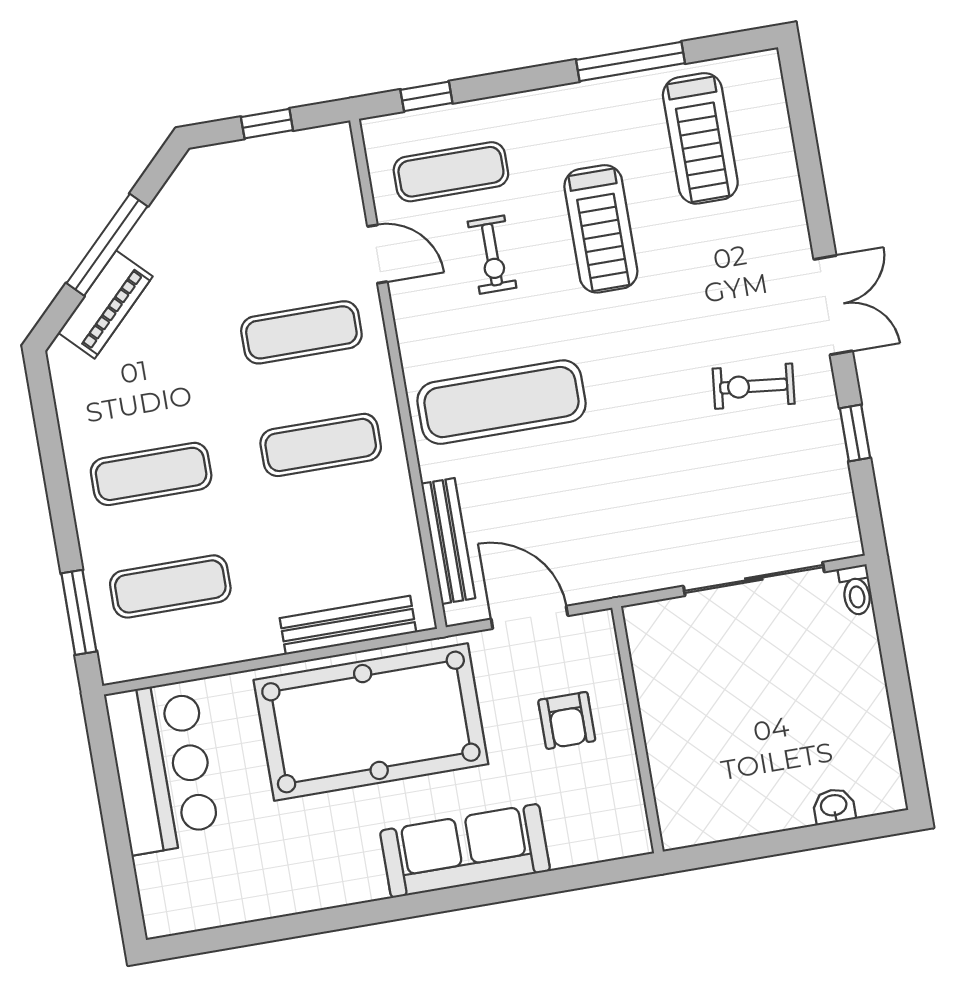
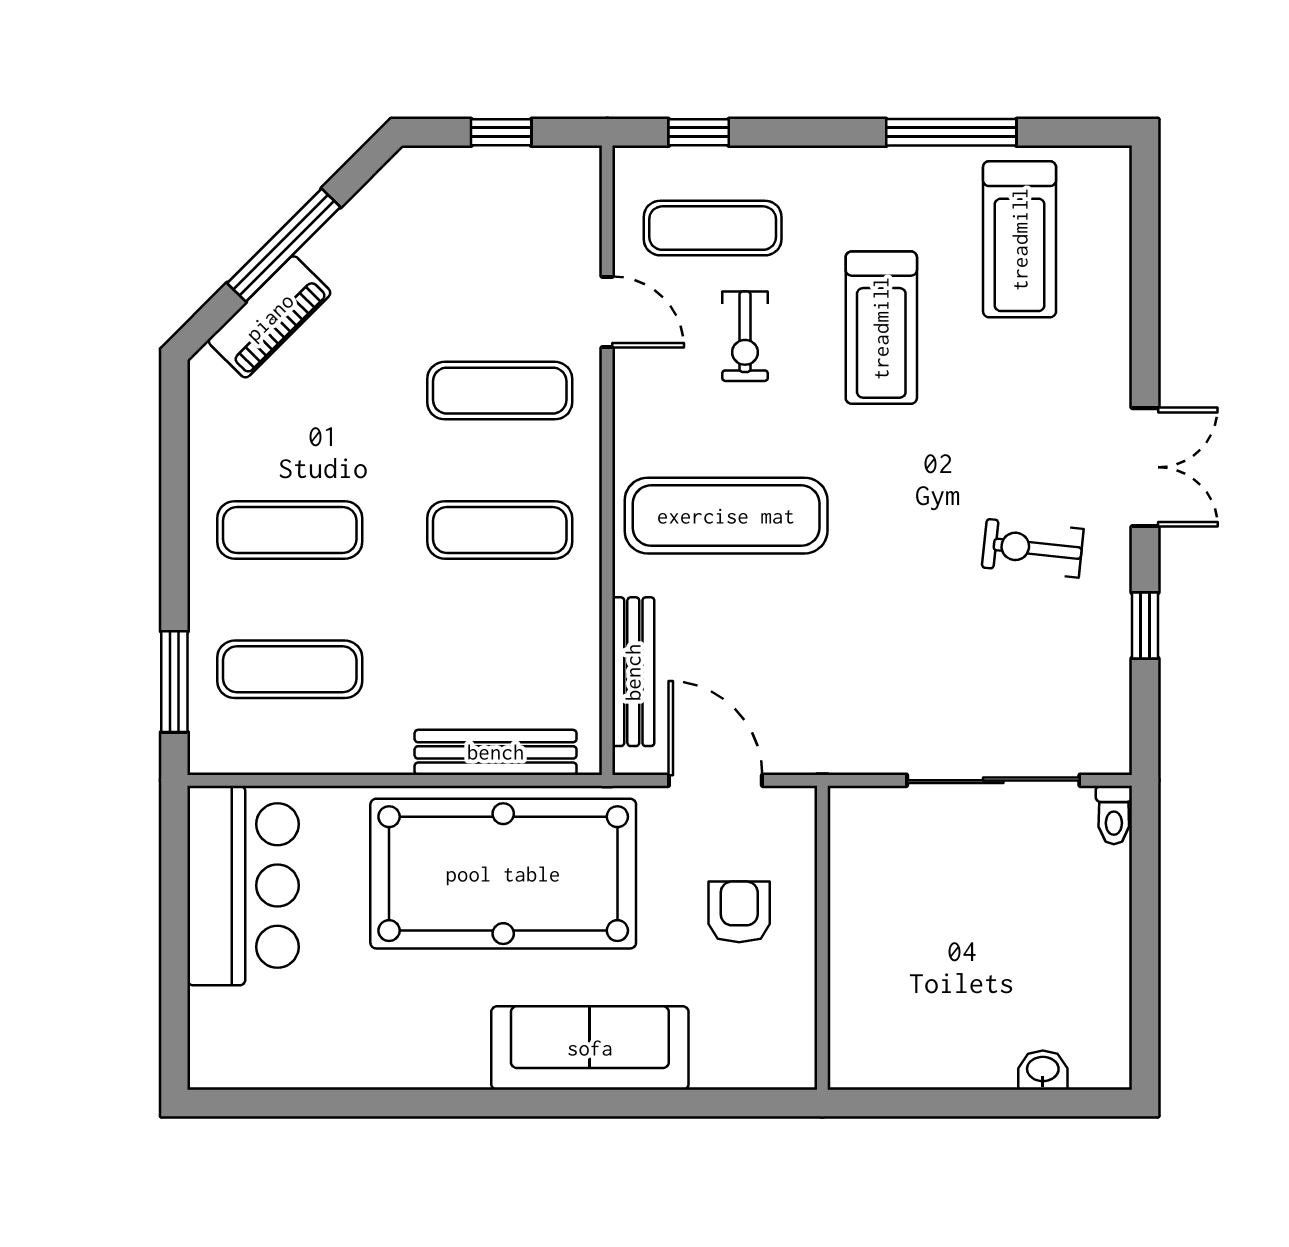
armchair: (567, 720) -> (739, 912), turned 180

